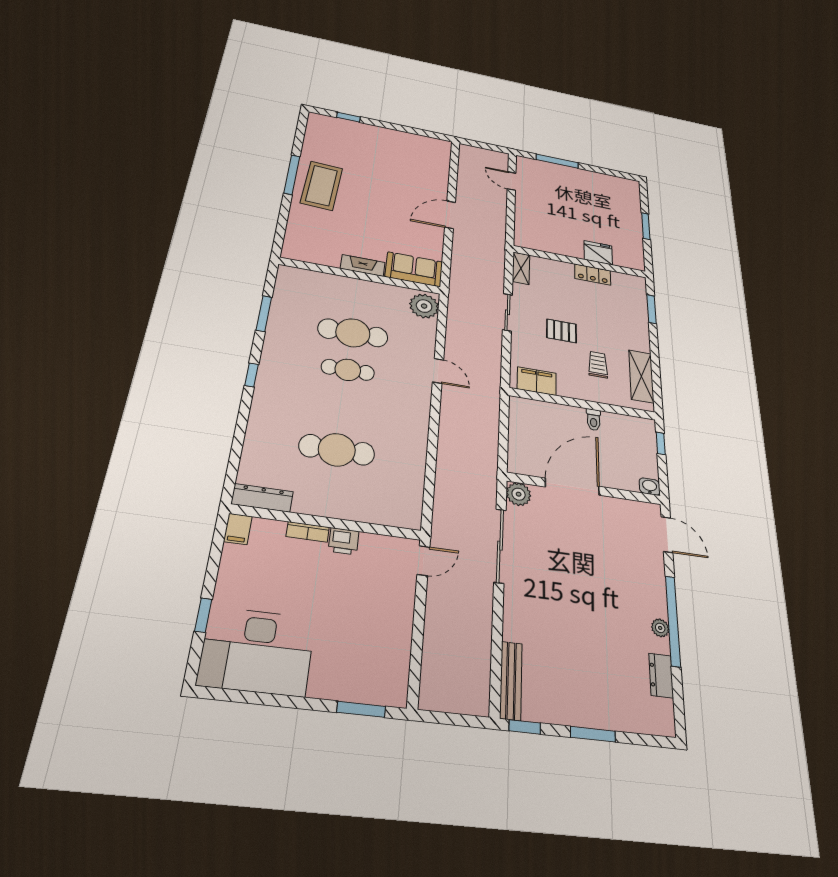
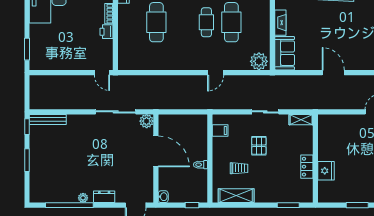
filing cabinet: (537, 381) -> (220, 131), width x0.50
window: (673, 621) -> (69, 205), moved
dresser: (661, 676) -> (104, 197), moved

